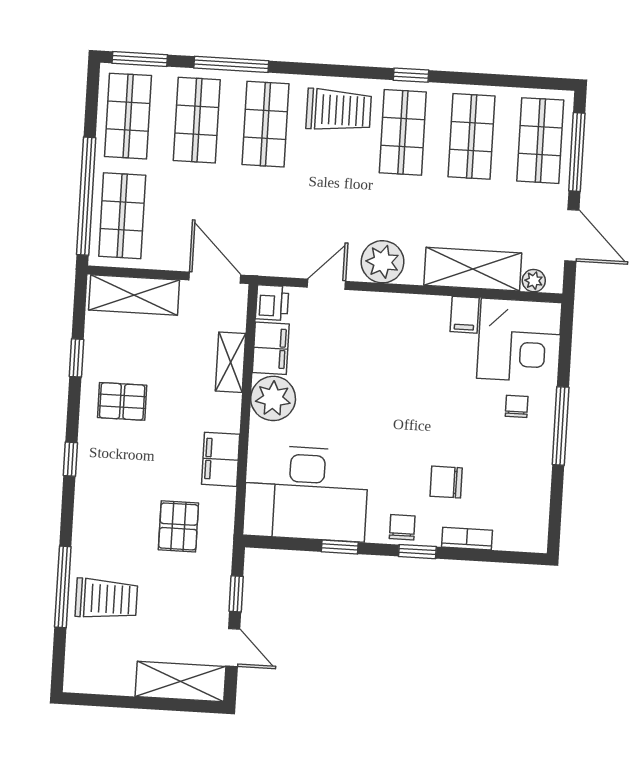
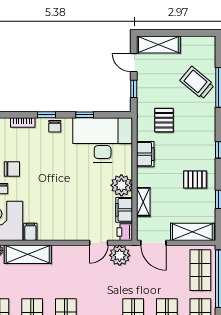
plant: (383, 262) -> (120, 255), moved
chair: (446, 482) -> (12, 169), moved
trolley: (106, 599) -> (197, 83), turned 40

